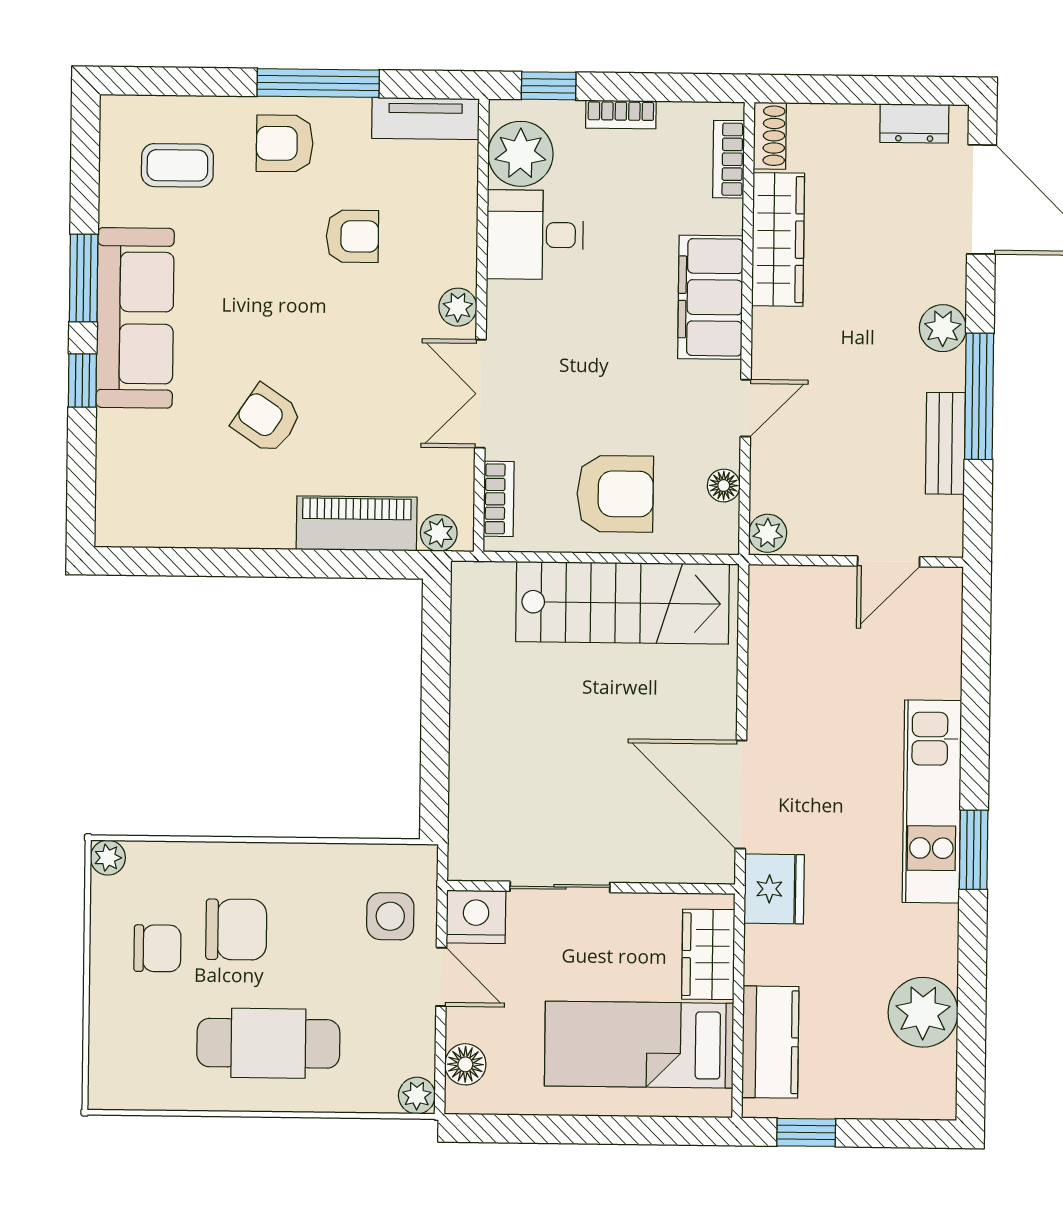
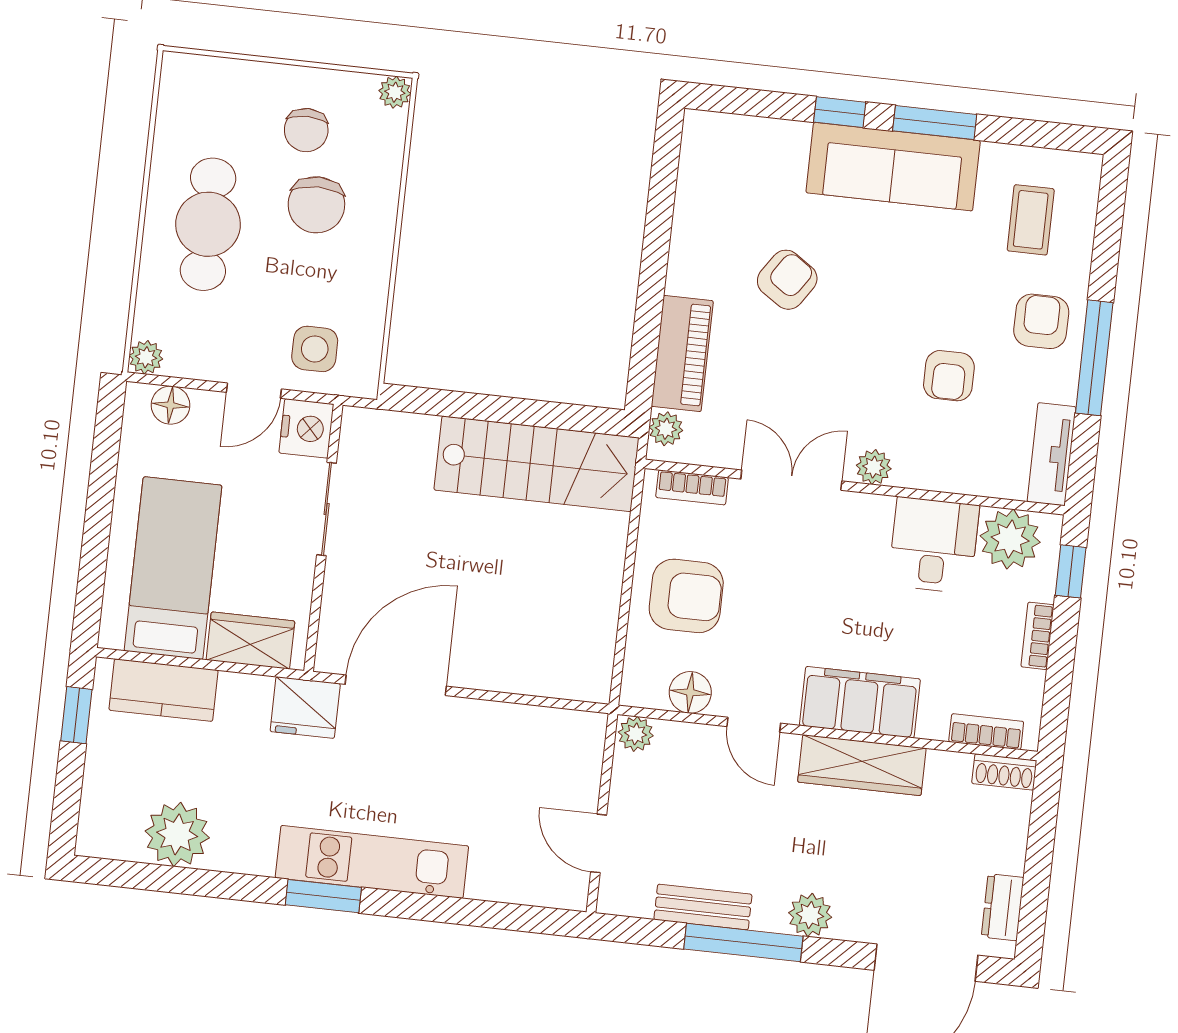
wardrobe: (778, 239) -> (862, 765), moved
floor lamp: (724, 486) -> (690, 692), width x1.37, depth x1.37
armchair: (615, 494) -> (686, 596), turned -90
stairs: (623, 603) -> (537, 464), moved, turned -90

